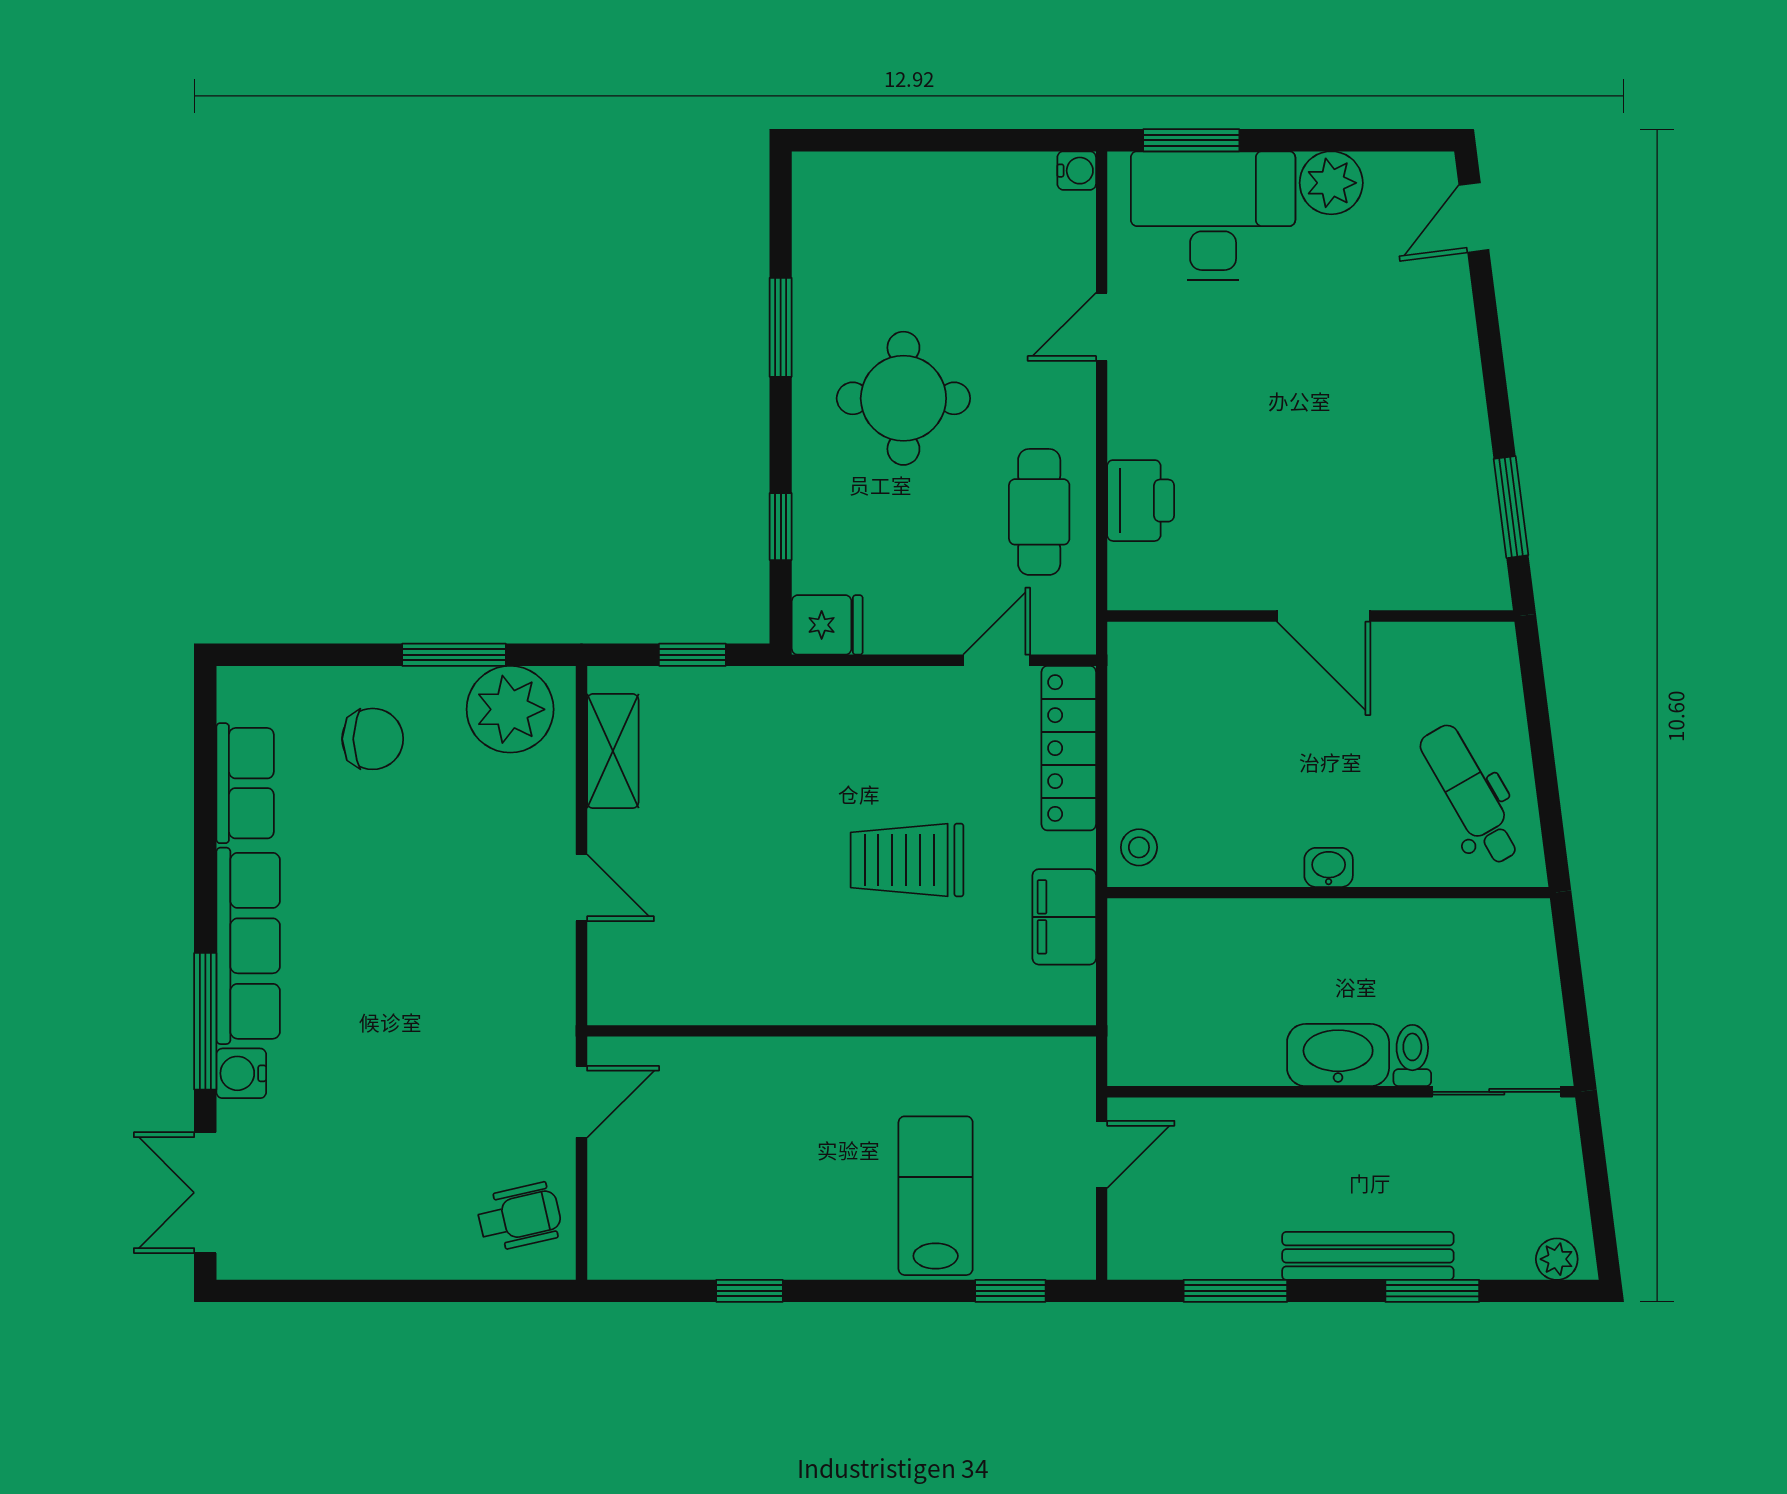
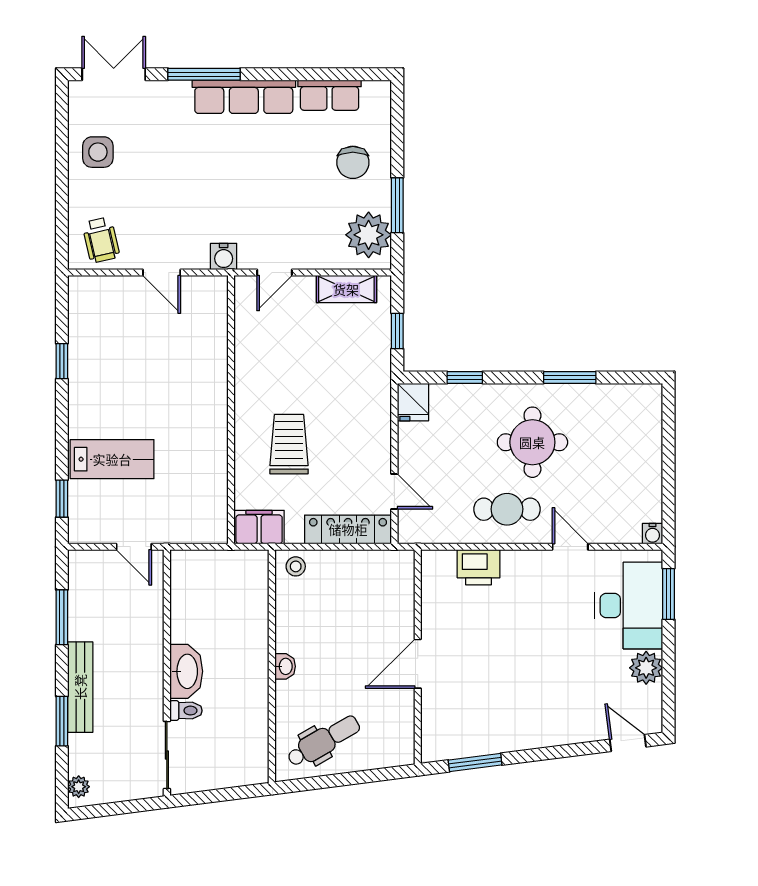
cafe table: (1039, 512) -> (507, 509), moved
wall: (842, 1031) -> (231, 410), moved
water cooler: (241, 1073) -> (224, 256), moved, turned 180
side table: (353, 1223) -> (98, 152), added

